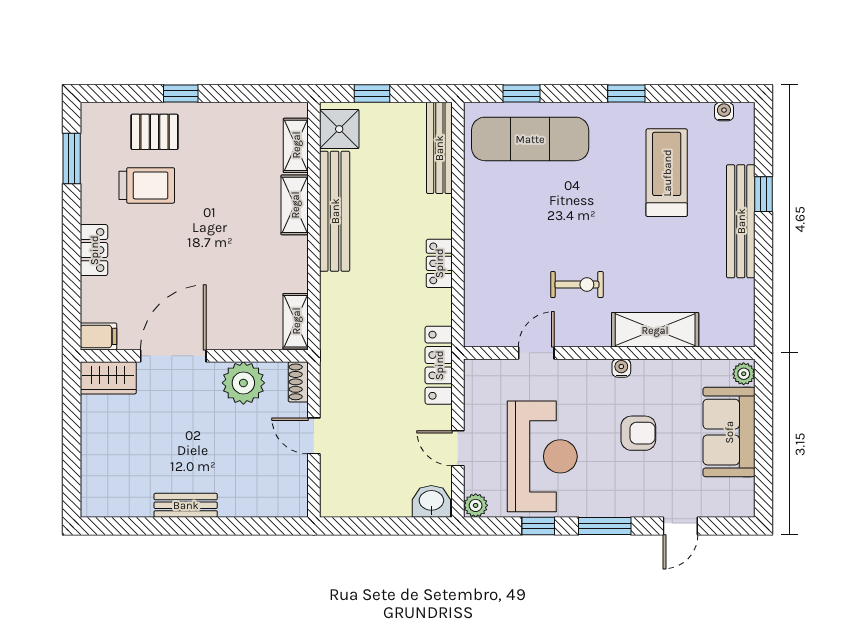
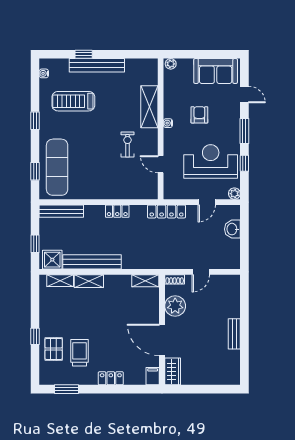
sofa: (729, 432) -> (216, 71), moved
washbasin: (431, 501) -> (232, 229), moved

